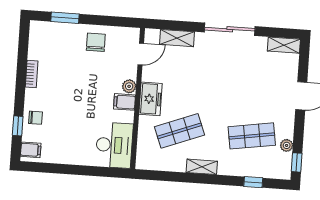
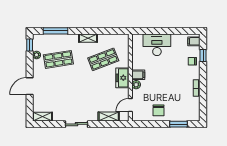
sliding door: (230, 29) -> (77, 124), width x0.73
desk: (114, 145) -> (157, 45), moved, turned 90
window: (253, 182) -> (56, 31), width x2.17

